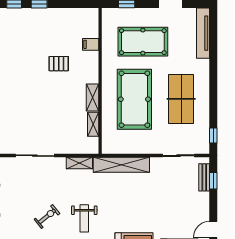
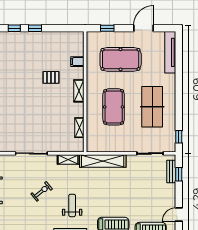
shelving: (92, 97) -> (79, 91), moved
pool table: (134, 99) -> (114, 107), width x0.73, depth x0.76
exercise bike: (47, 216) -> (42, 191), moved
weight bench: (84, 218) -> (72, 205), turned 180

